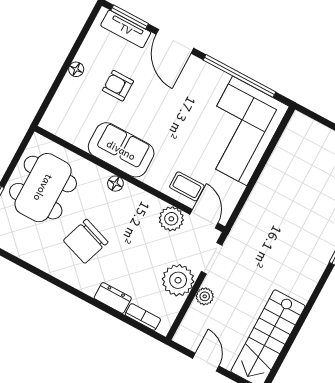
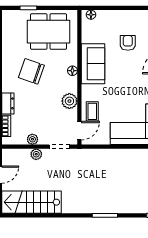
floor lamp: (76, 69) -> (91, 15), moved
plant: (171, 219) -> (69, 101), moved
plant: (178, 280) -> (32, 139), width x0.53, depth x0.53

